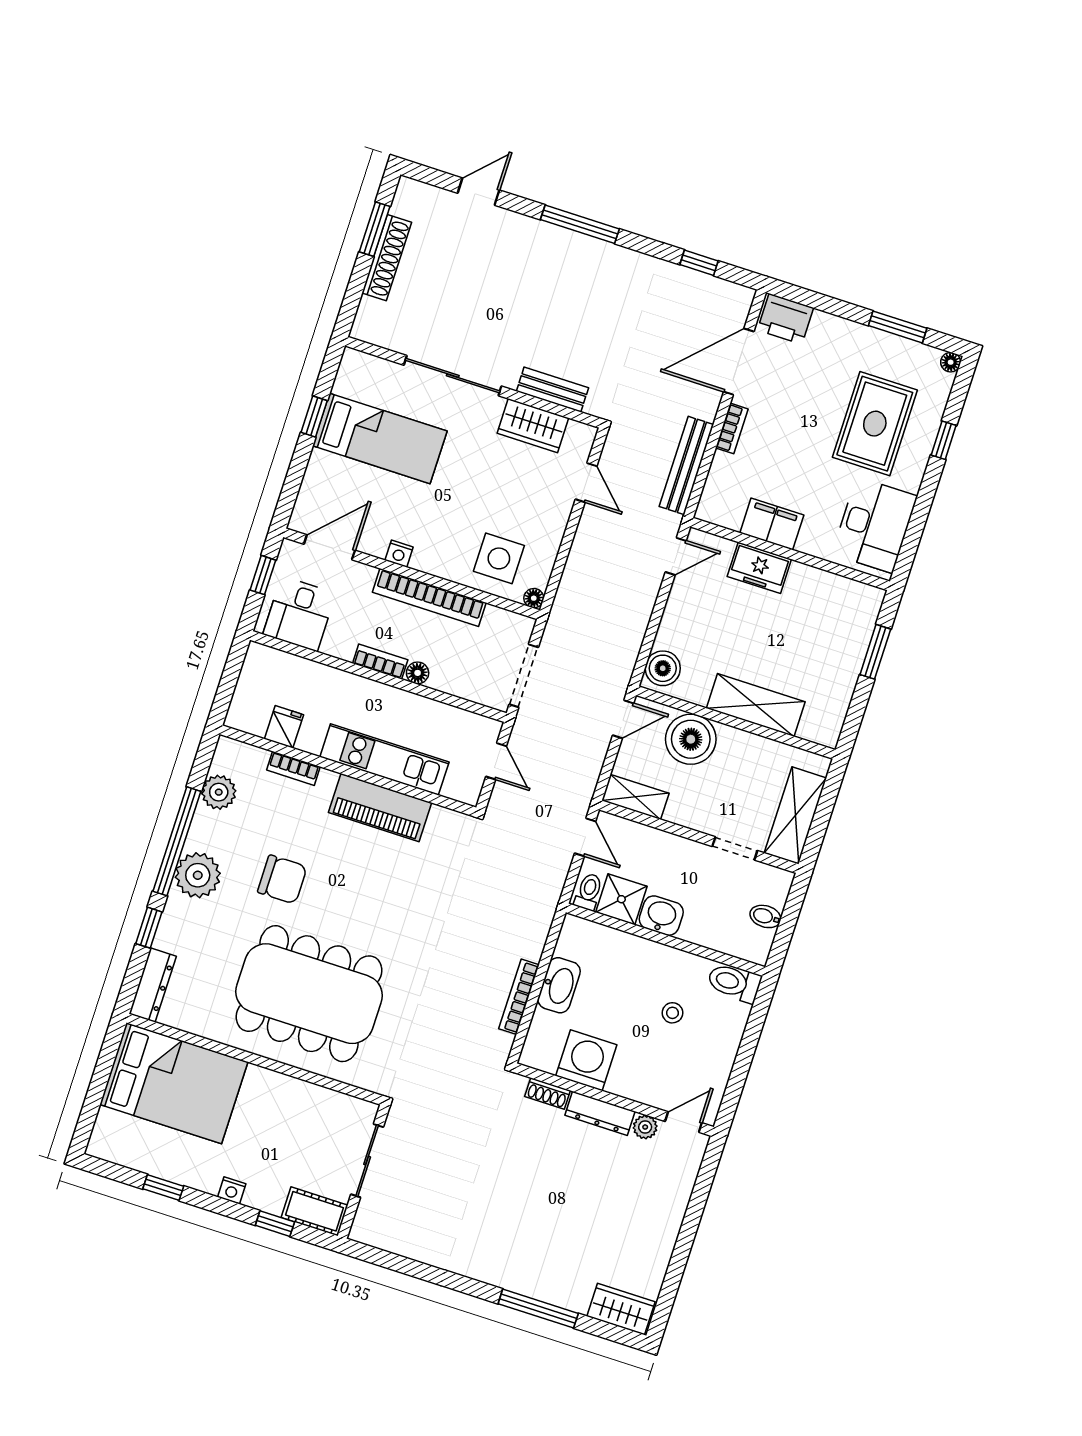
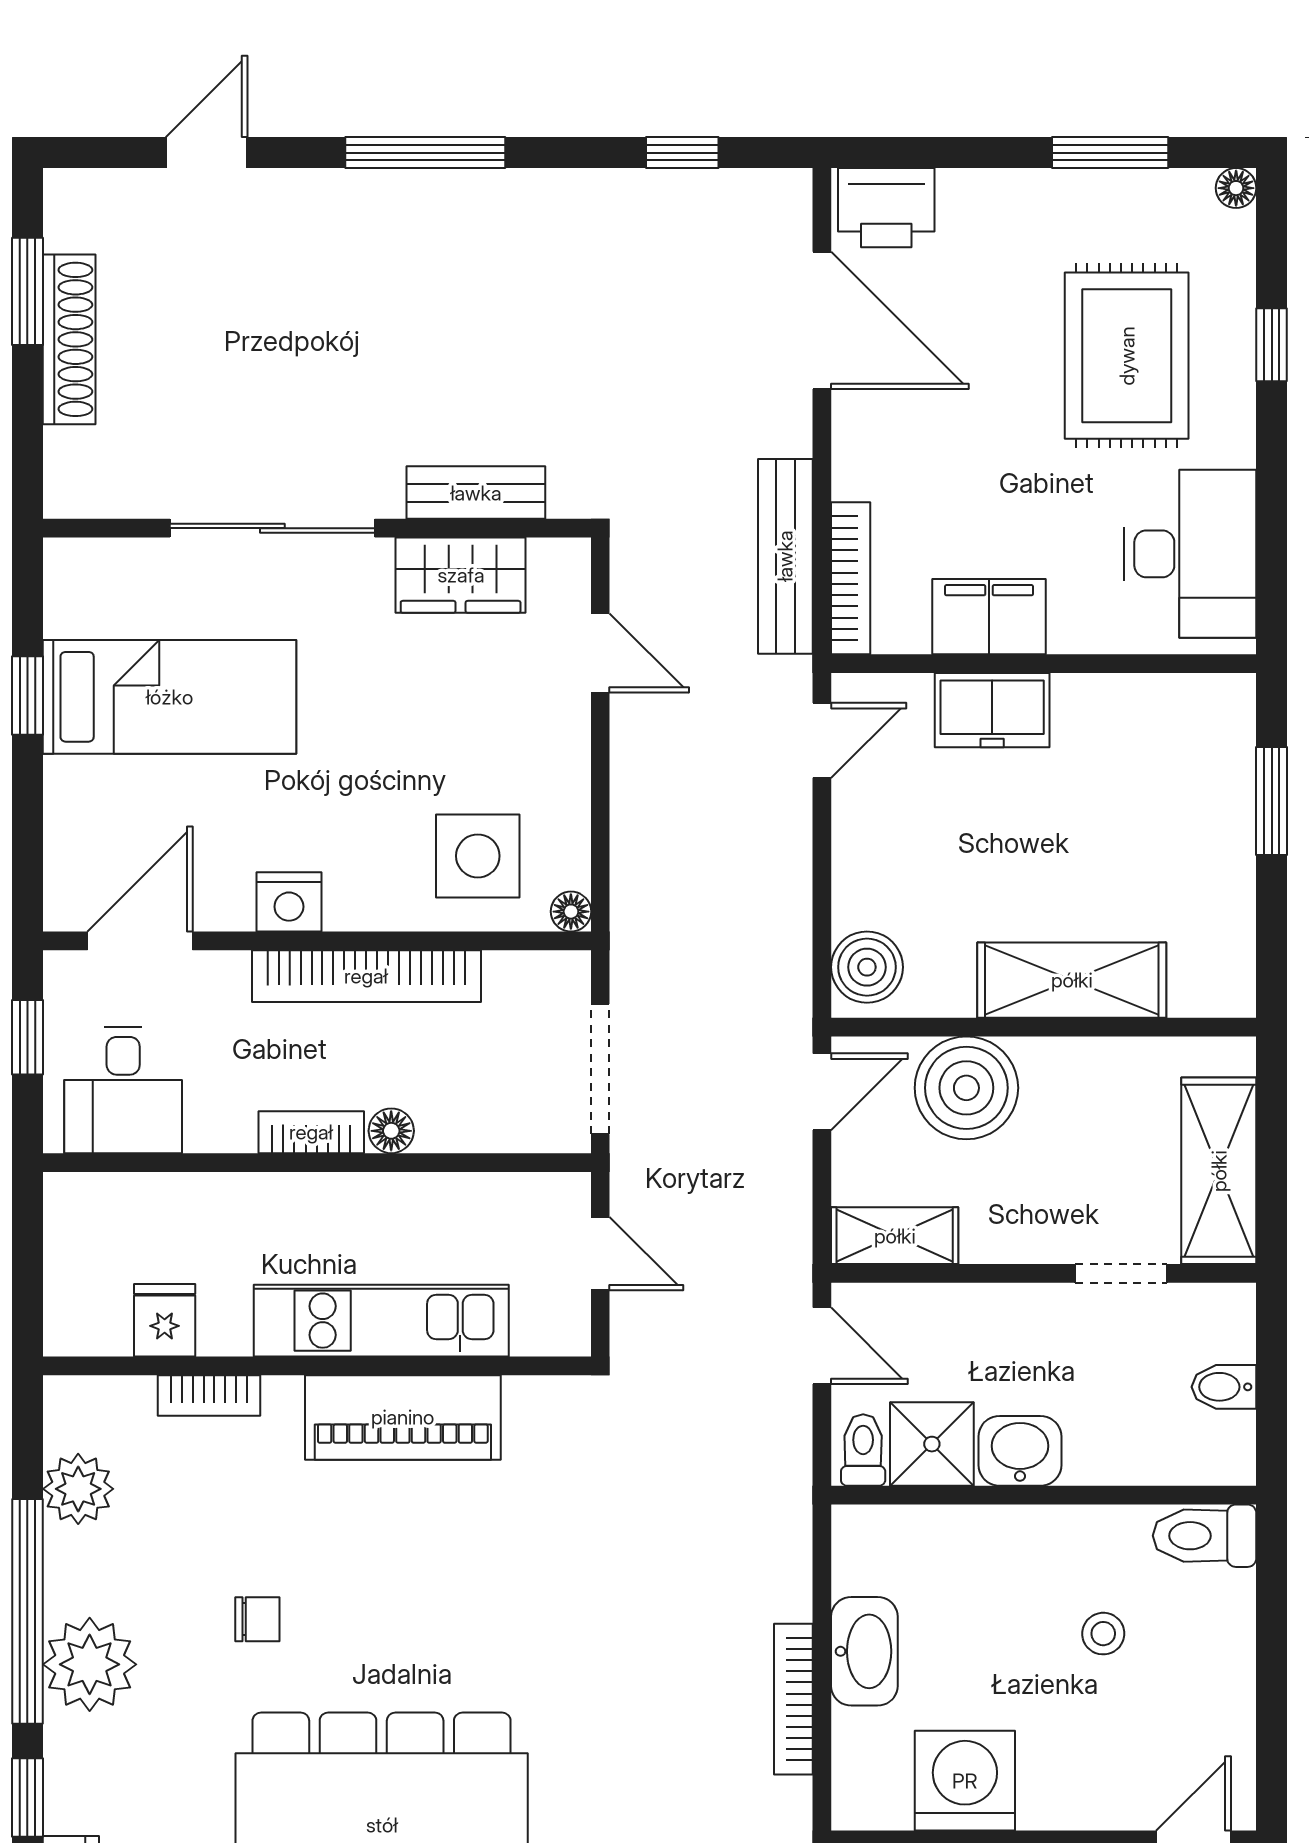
door: (739, 362) -> (822, 320), swing flipped
bookcase: (732, 428) -> (851, 578), moved, width x1.56
nightstand: (399, 554) -> (289, 902), width x1.39, depth x1.35
chair: (282, 879) -> (257, 1619), width x0.54, depth x0.54

